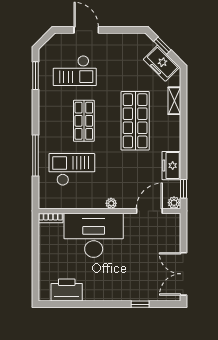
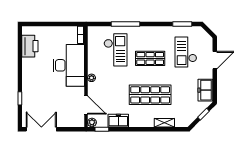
freezer: (161, 63) -> (205, 90), moved, turned -45

